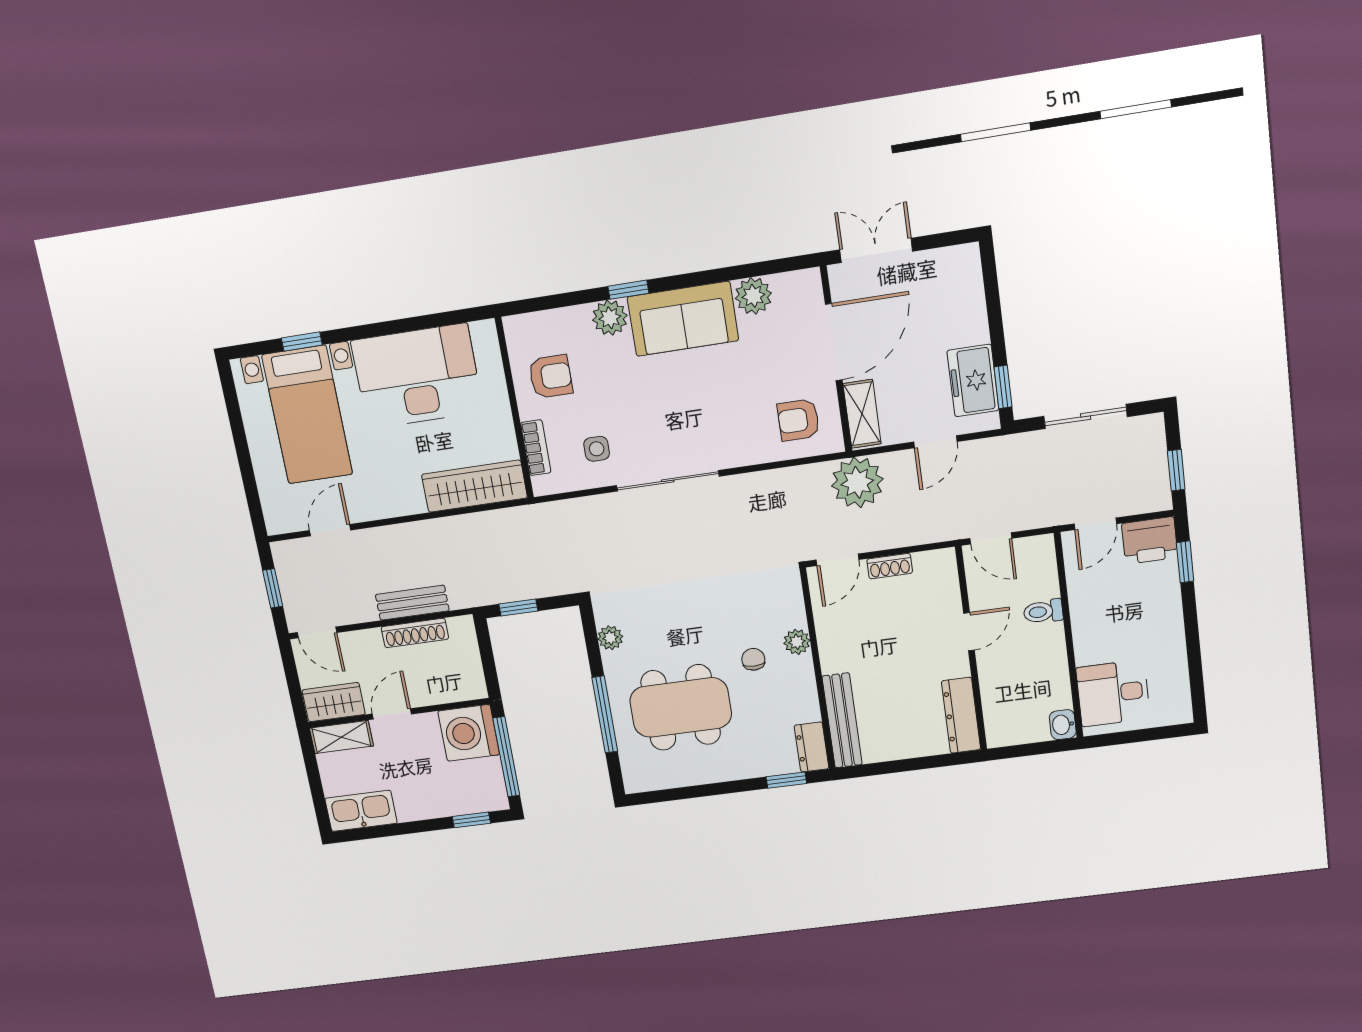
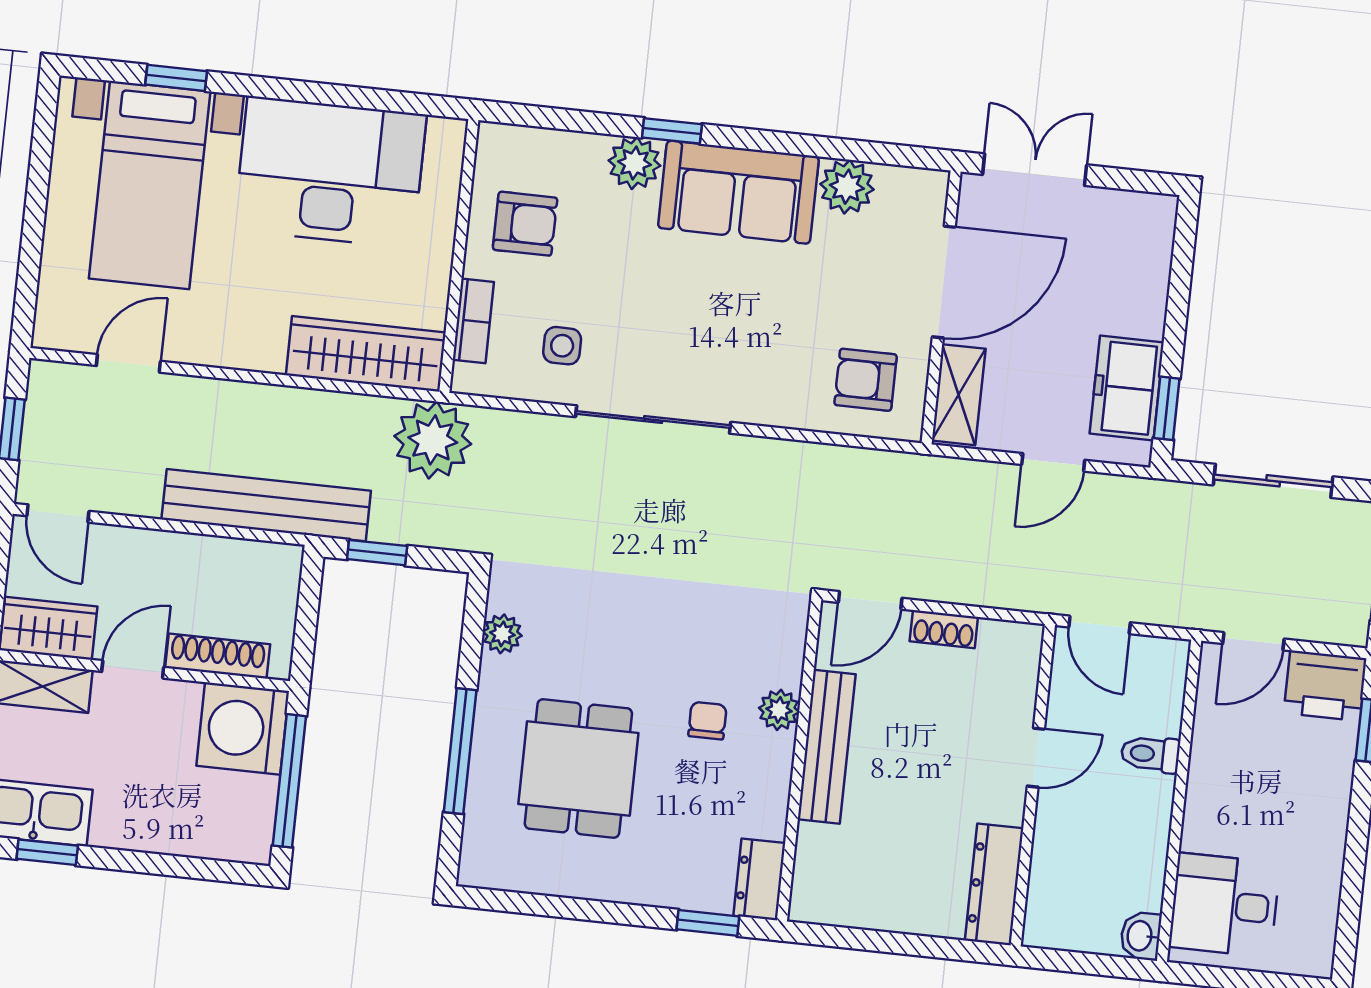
plant: (857, 482) -> (433, 440), moved
bench: (412, 603) -> (266, 505), width x1.86, depth x1.21
shoe rack: (415, 633) -> (218, 656), moved, turned 180
dining table: (681, 707) -> (578, 768), width x0.73
bench: (842, 720) -> (827, 747), moved
window: (471, 820) -> (47, 852), moved

